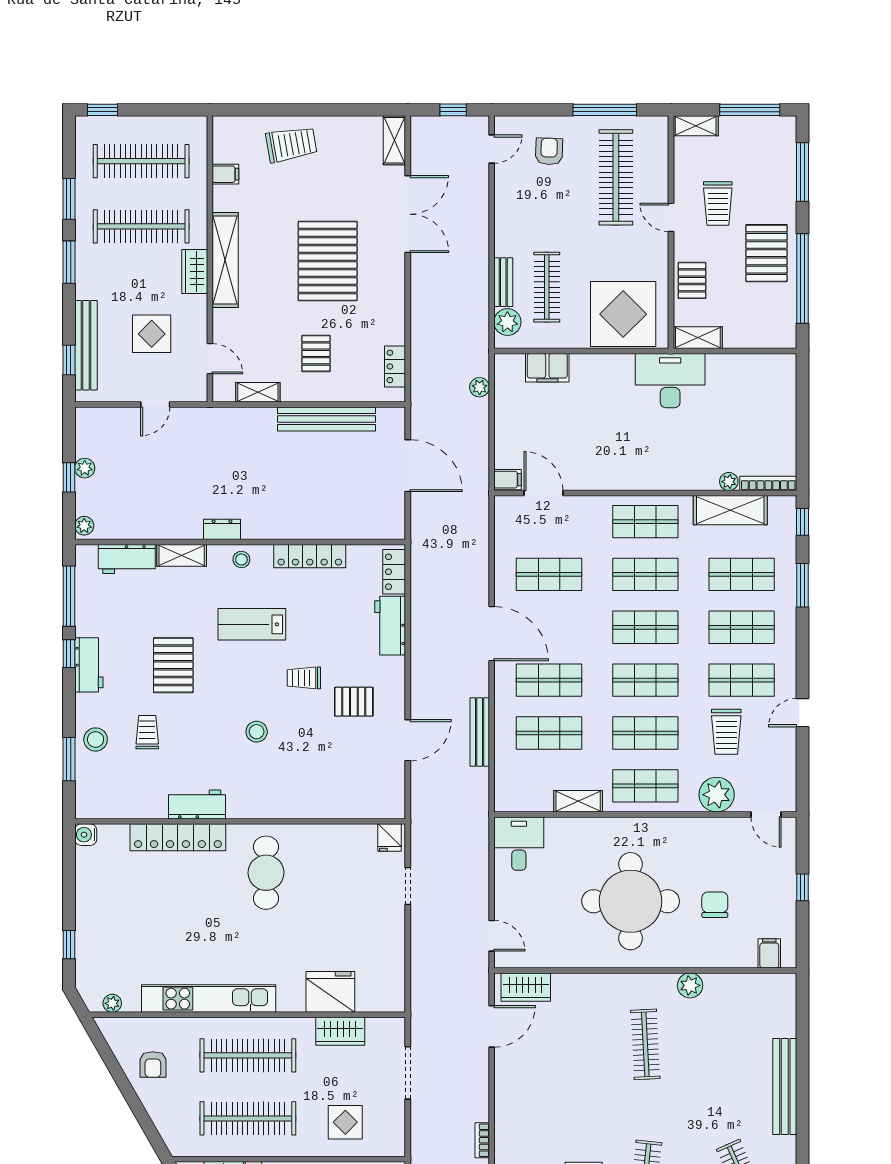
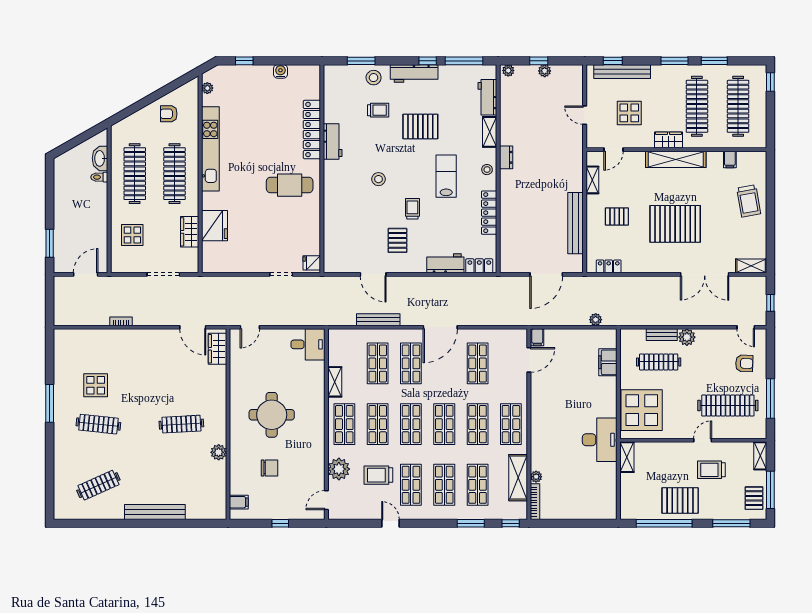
pallet: (692, 280) -> (754, 498), moved, turned 90
plant: (507, 322) -> (687, 337), moved
workbench: (89, 665) -> (414, 73), width x1.38
water cooler: (86, 835) -> (280, 71), moved
round table: (631, 901) -> (272, 415), width x0.73, depth x0.73

